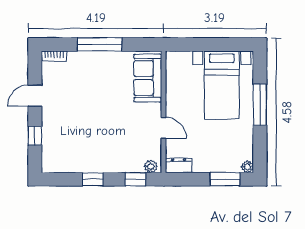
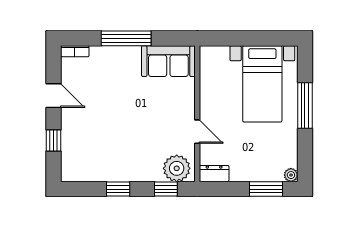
sofa: (148, 78) -> (168, 61), moved, turned -90
door: (35, 96) -> (54, 96), swing flipped
plant: (151, 166) -> (177, 168), width x1.88, depth x1.88

